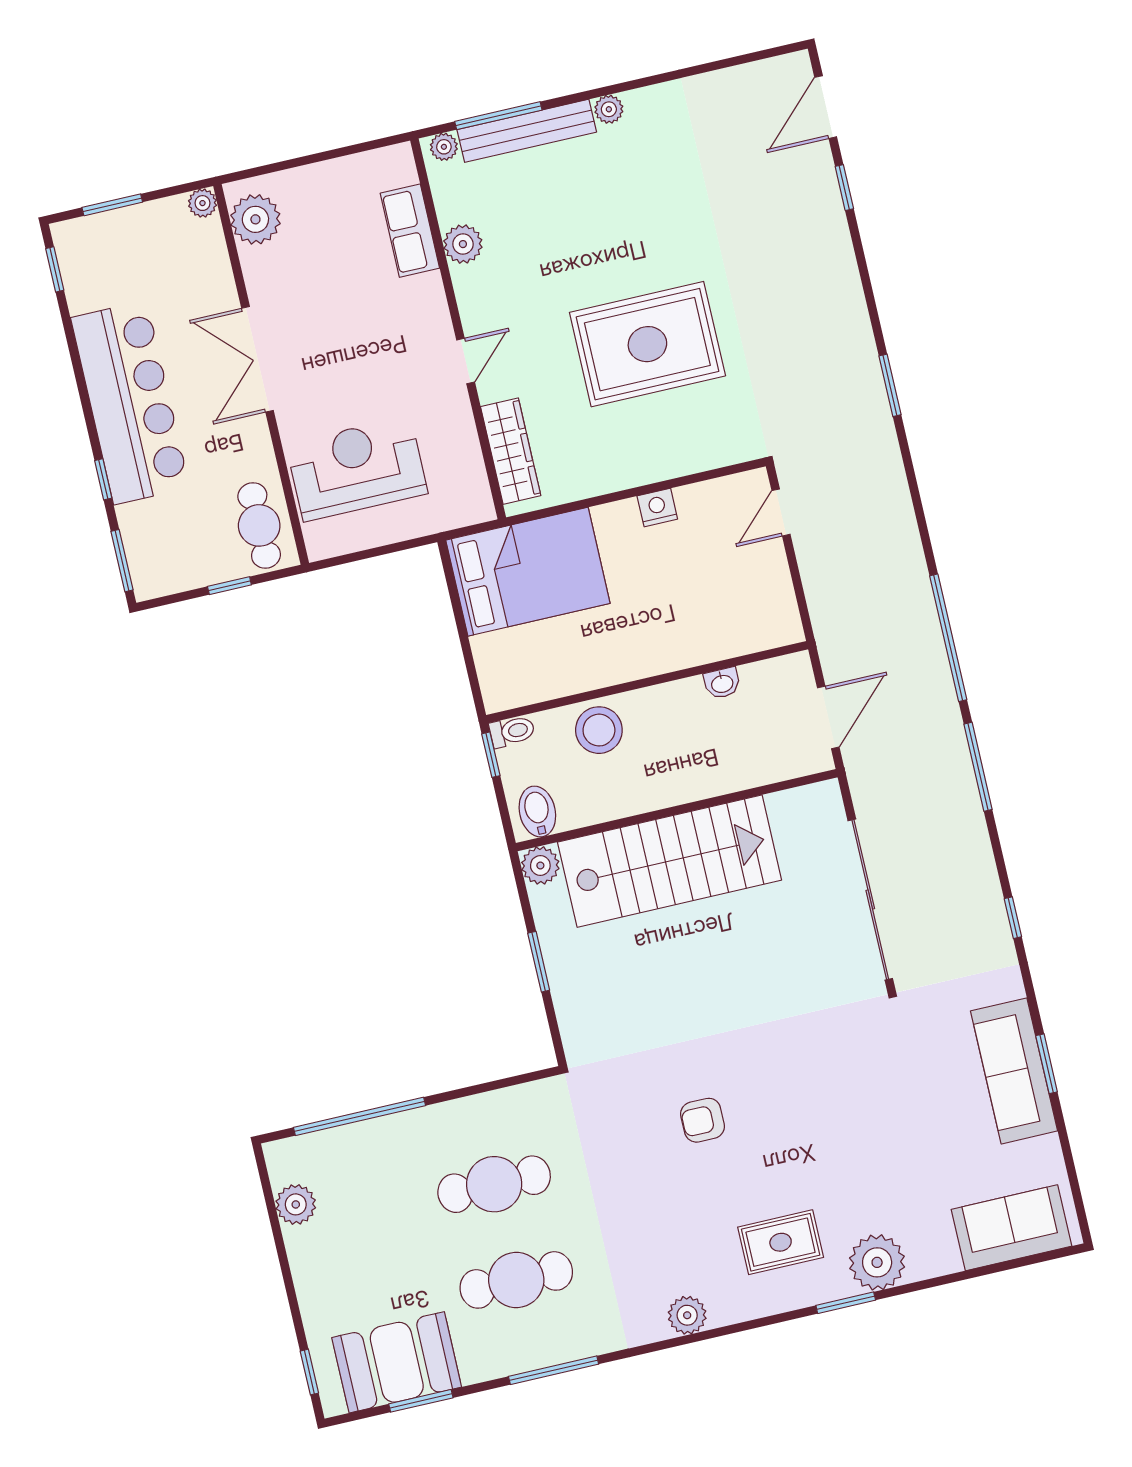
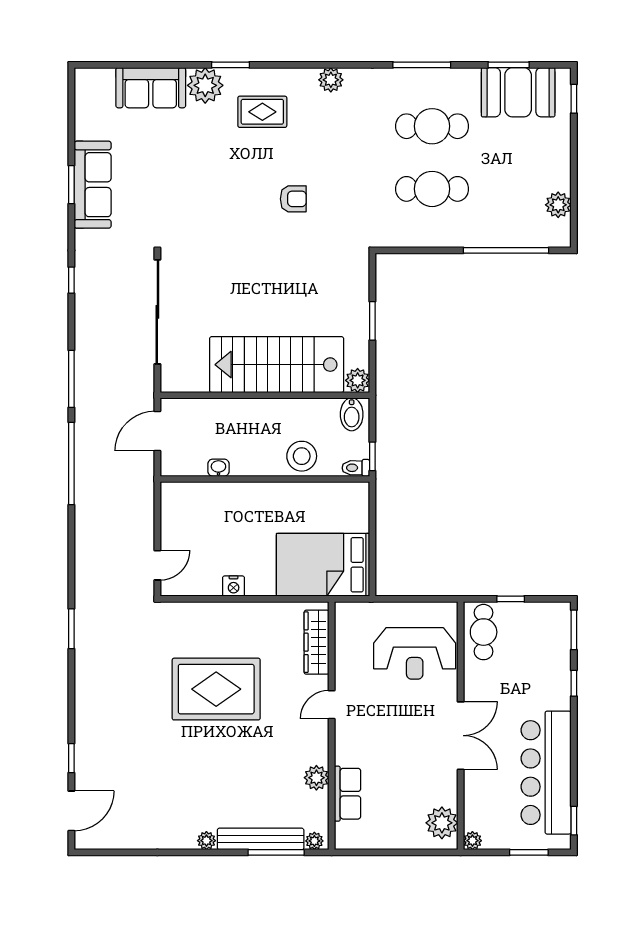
bar counter: (130, 403) -> (546, 773), moved
sofa: (1011, 1228) -> (151, 88), moved

